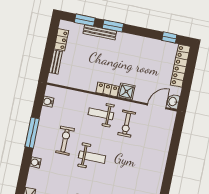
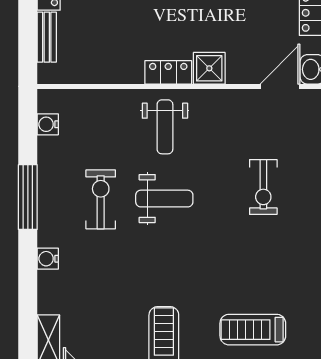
weight bench: (101, 114) -> (165, 127), turned -90
exercise bike: (127, 124) -> (263, 187), moved
weight bench: (92, 157) -> (164, 199), moved

